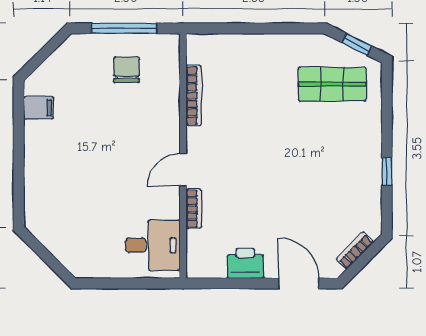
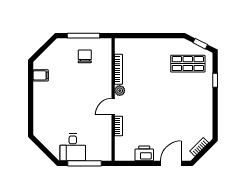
plant: (196, 138) -> (120, 91), added
window: (387, 171) -> (215, 80), moved
desk: (153, 245) -> (73, 147), moved, turned 90
window: (126, 283) -> (84, 163), added
door: (298, 283) -> (171, 163), hinge flipped

